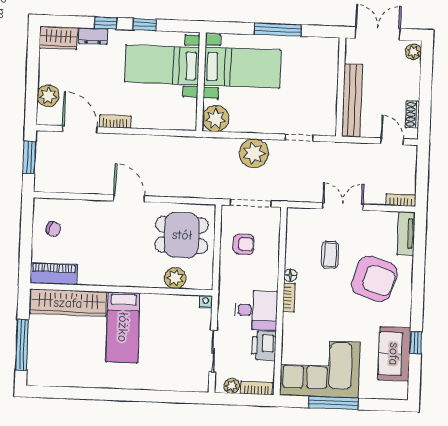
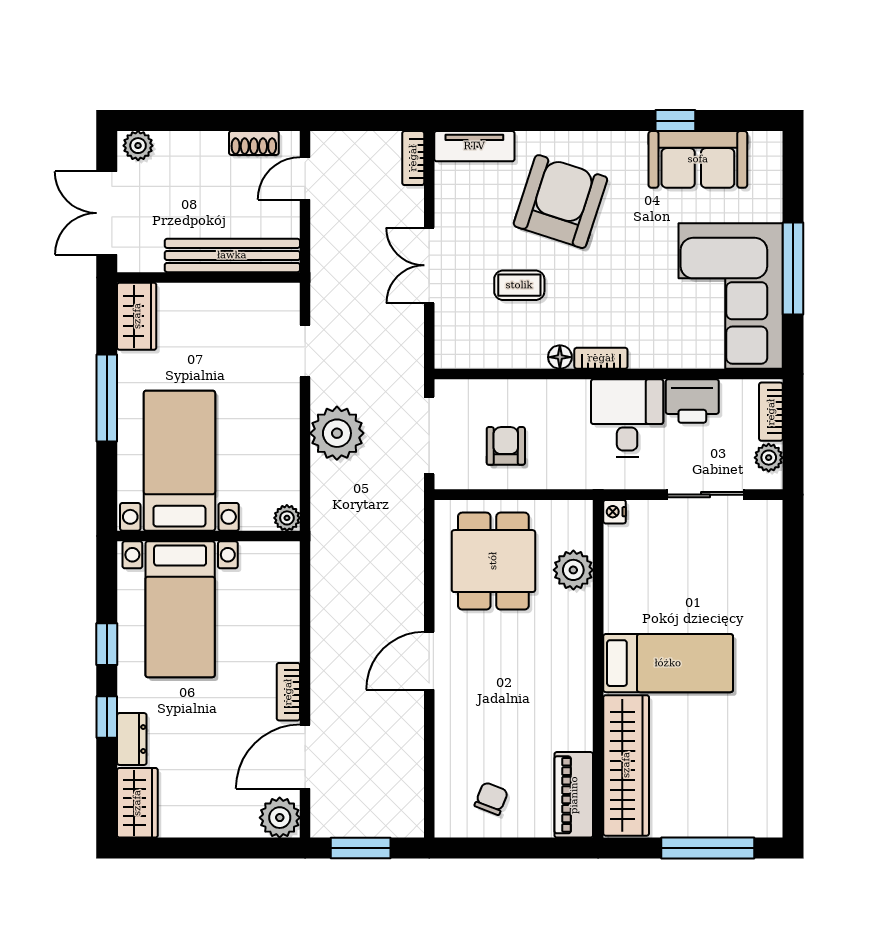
wardrobe: (321, 47) -> (137, 316), added
plant: (48, 96) -> (280, 818), moved
plant: (215, 119) -> (287, 518), width x0.53, depth x0.53

